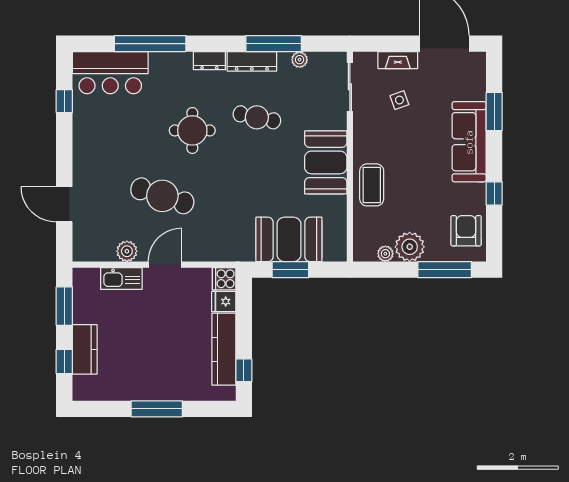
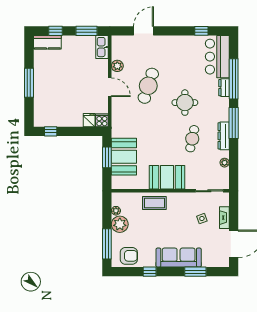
window: (274, 44) -> (234, 123), moved
dresser: (209, 61) -> (224, 88), moved
kitchen sink: (121, 279) -> (102, 47), moved
kitchen counter: (85, 349) -> (47, 42), moved
kitchen counter: (224, 349) -> (62, 120), removed

